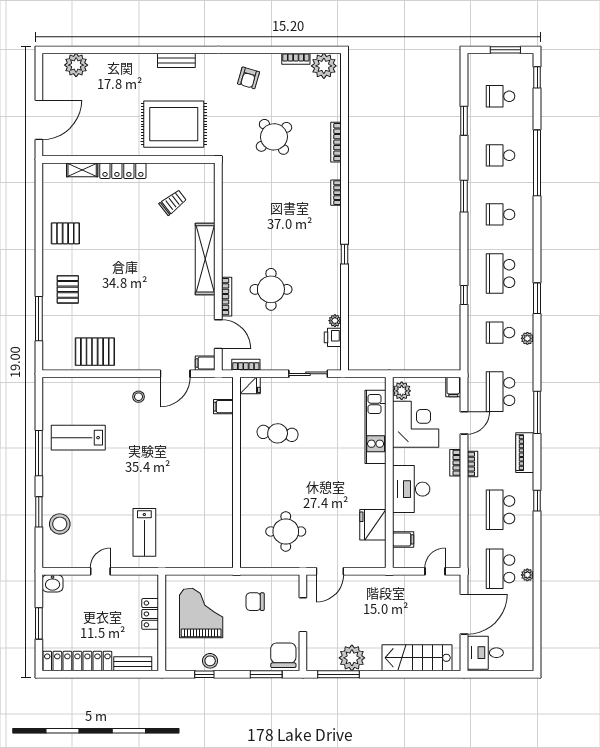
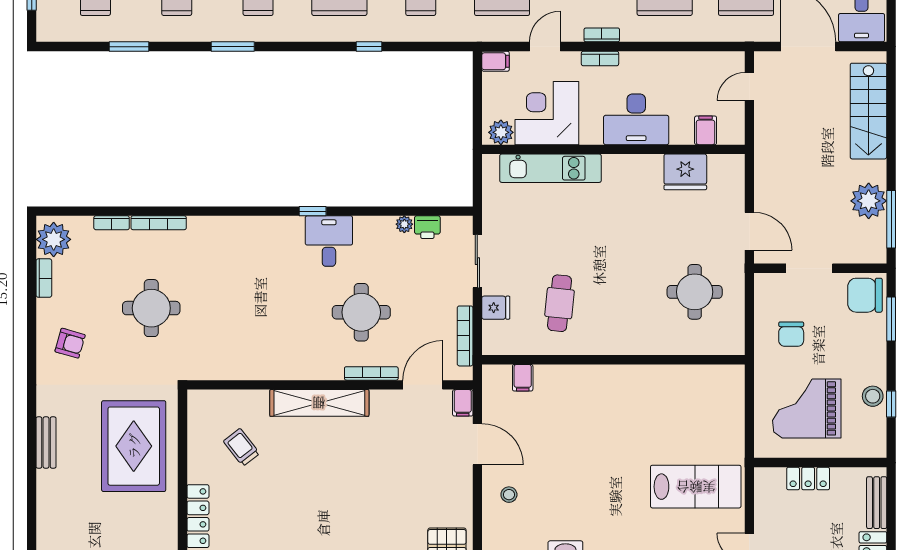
round table: (274, 137) -> (151, 308), turned 37
bookcase: (336, 193) -> (112, 223), moved
desk: (323, 266) -> (329, 241), added
bookcase: (246, 365) -> (465, 336), width x1.56
fridge: (250, 385) -> (496, 308), moved, turned 90
door: (464, 423) -> (545, 47), hinge flipped
lab bench: (144, 532) -> (696, 487), width x1.36, depth x1.39
door: (435, 571) -> (749, 86), hinge flipped

